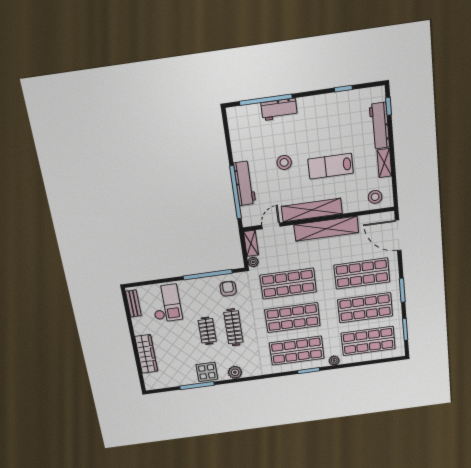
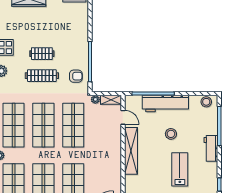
workbench: (279, 109) -> (211, 148), moved
stool: (236, 122) -> (206, 102), added
lab bench: (331, 166) -> (180, 169), moved
workbench: (245, 183) -> (165, 104), width x1.36, depth x1.32
shelving: (326, 229) -> (114, 161), removed
checkout: (166, 303) -> (71, 24), removed

